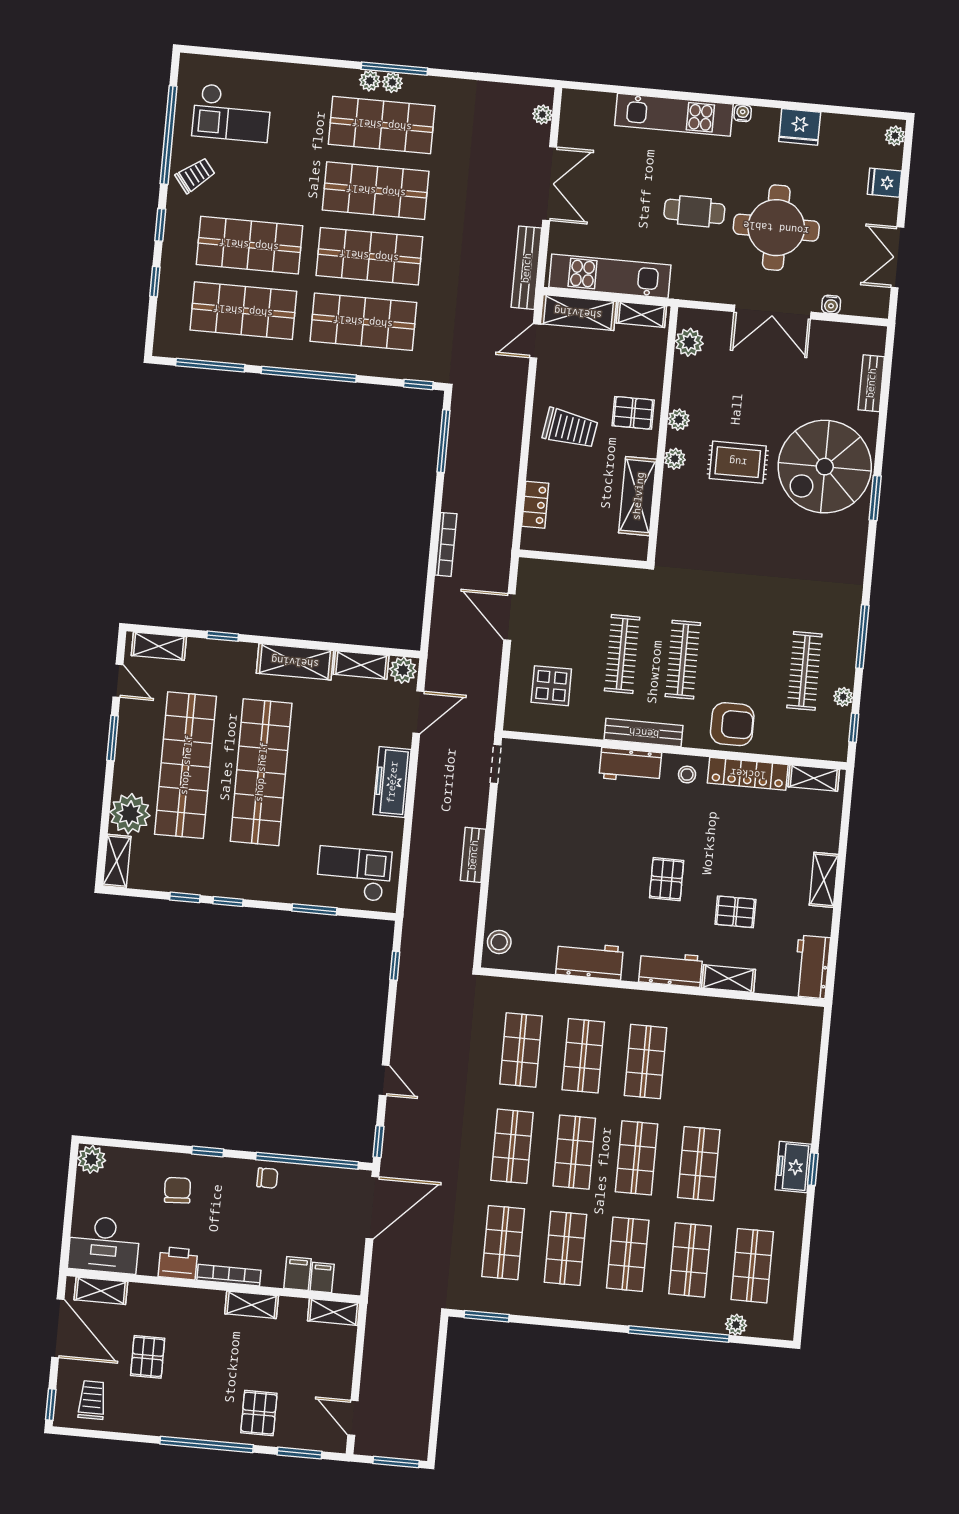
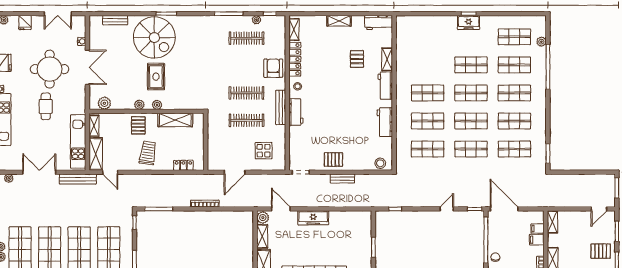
checkout: (354, 874) -> (356, 231), removed
pallet: (667, 879) -> (333, 160), moved

